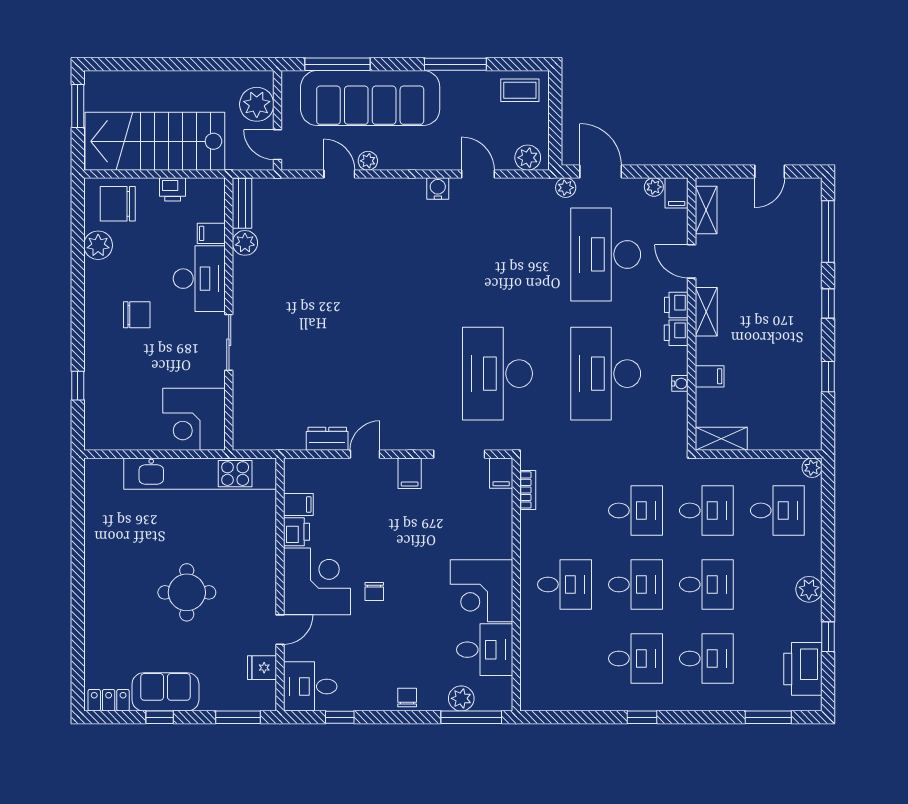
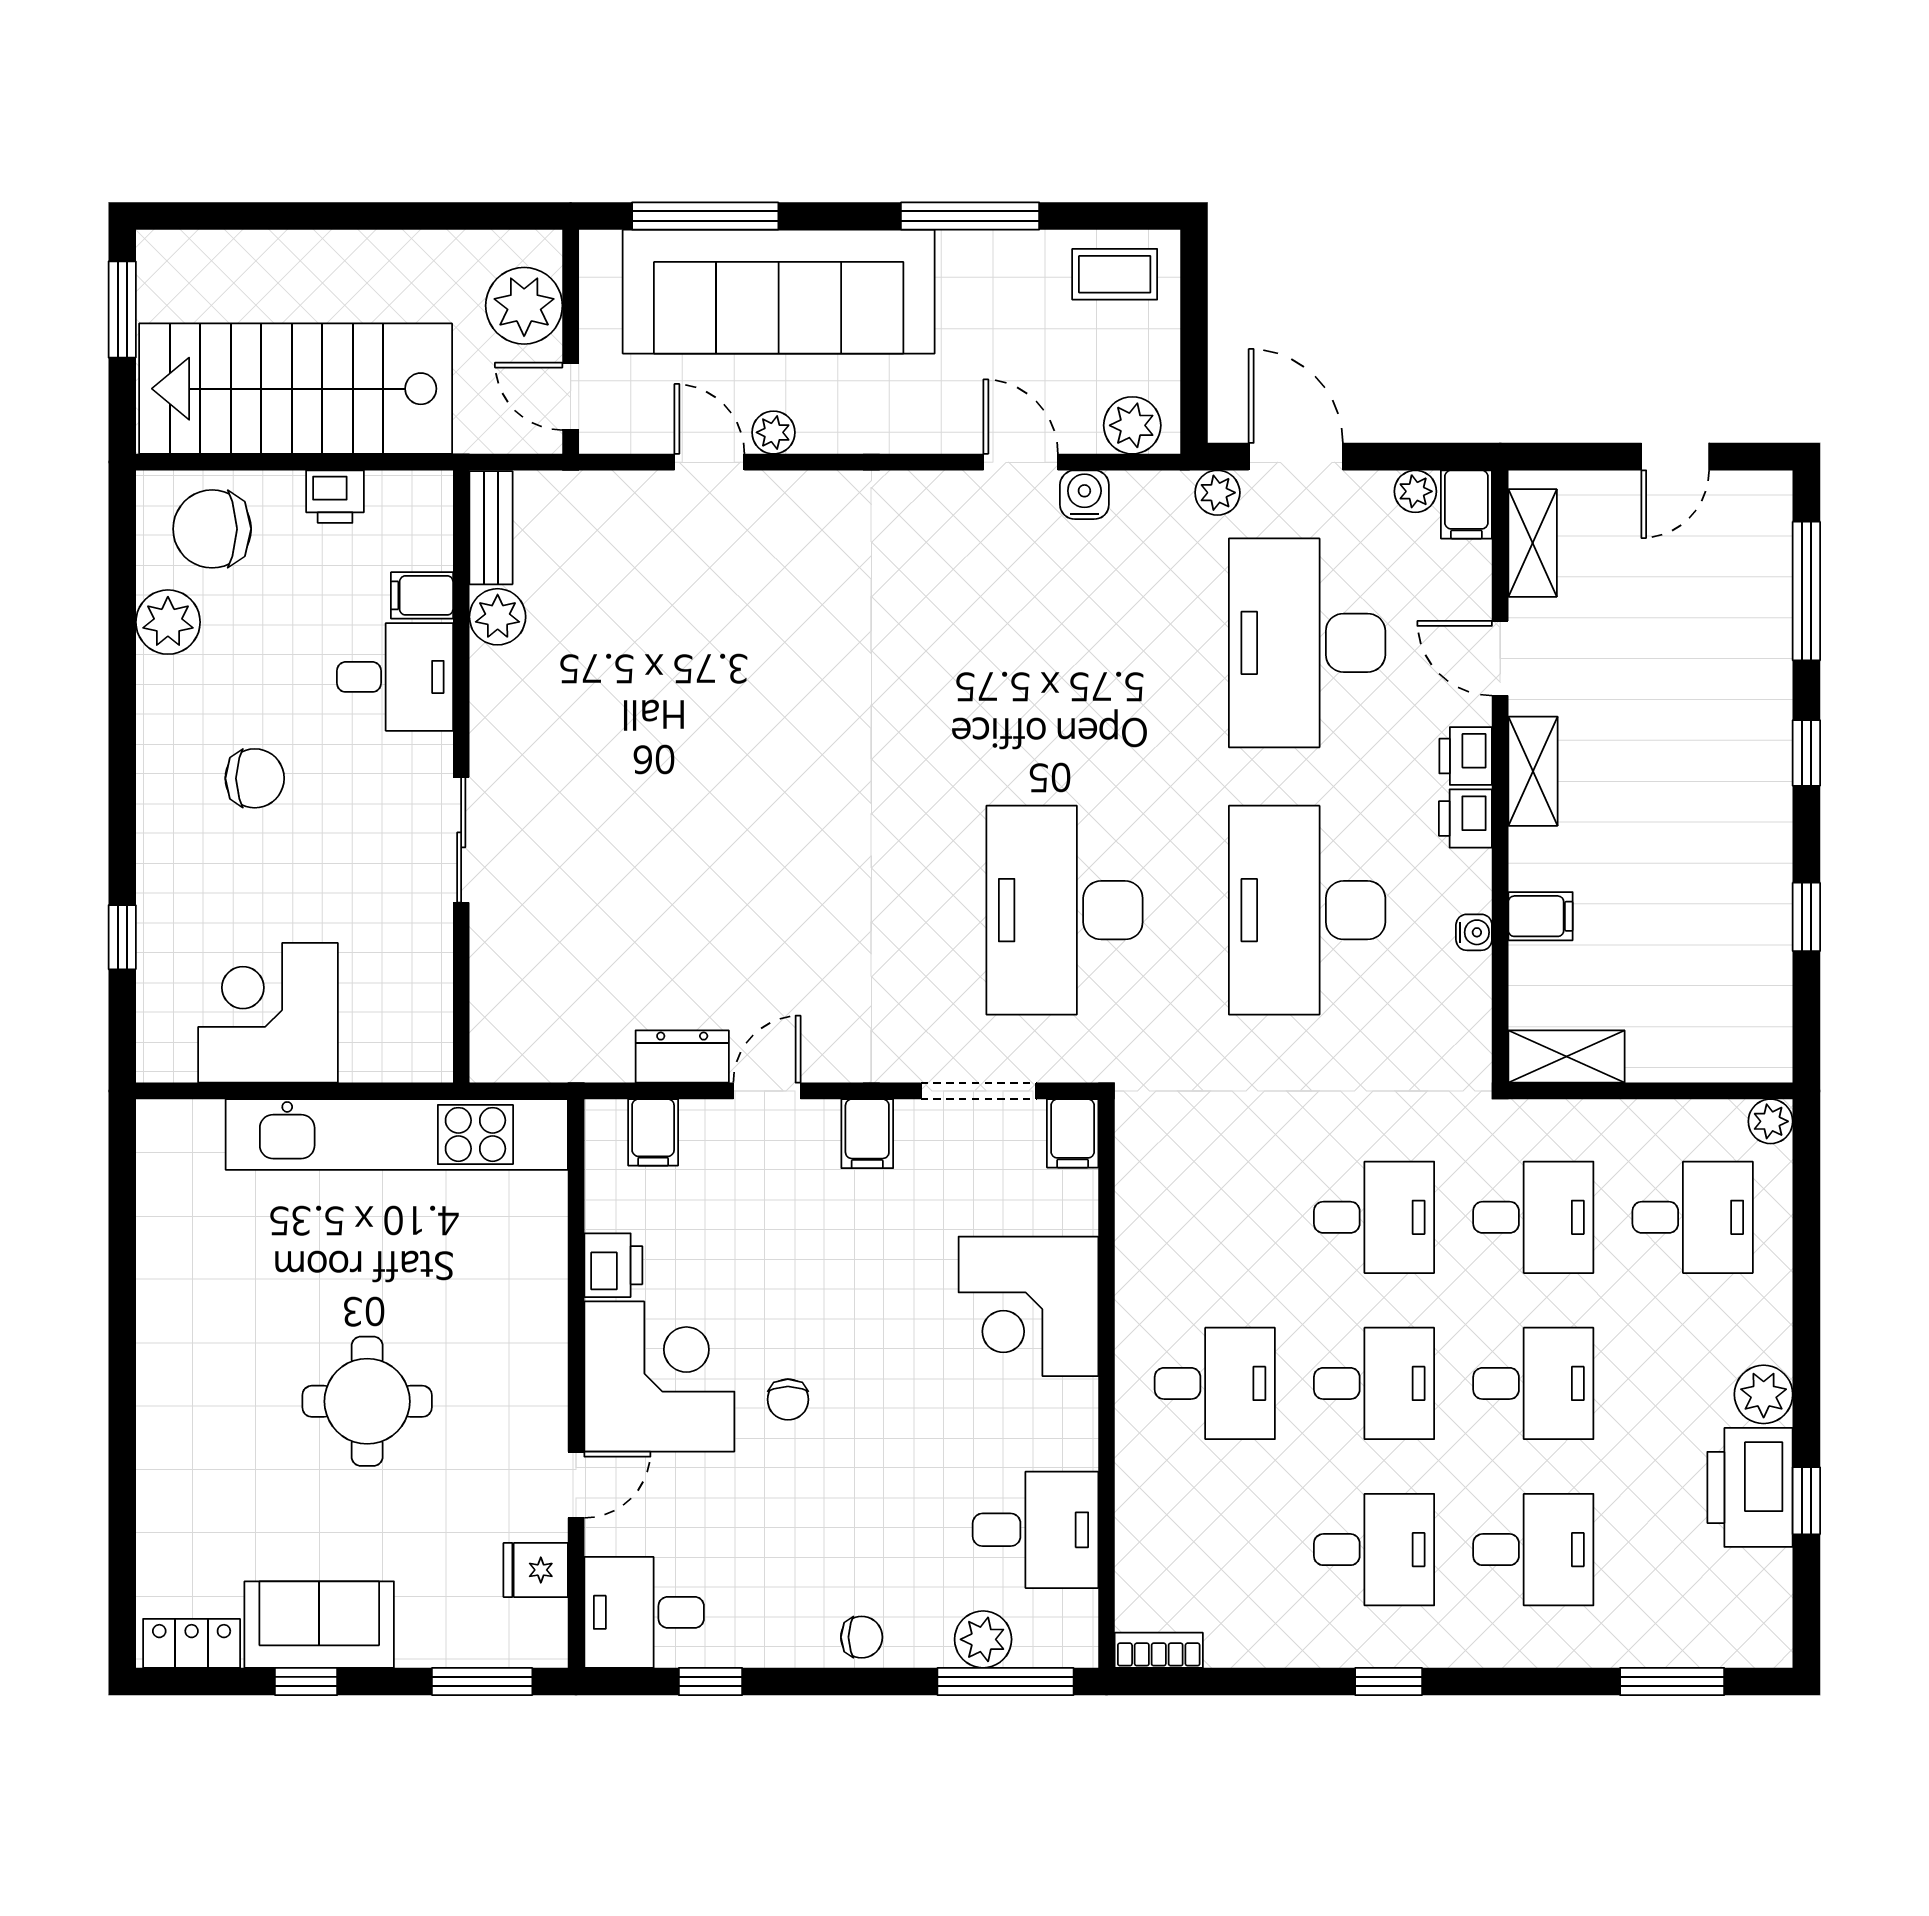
water cooler: (438, 188) -> (1084, 495), moved
desk: (199, 279) -> (395, 677), width x0.73
corner desk: (194, 419) -> (268, 1013), moved, turned 90
bookcase: (528, 490) -> (1159, 1650), moved, turned -90
filing cabinet: (298, 504) -> (653, 1132), moved, turned 90
corner desk: (481, 591) -> (1028, 1306), moved
printer: (803, 669) -> (1750, 1487), moved
chair: (407, 697) -> (862, 1637), turned 90

